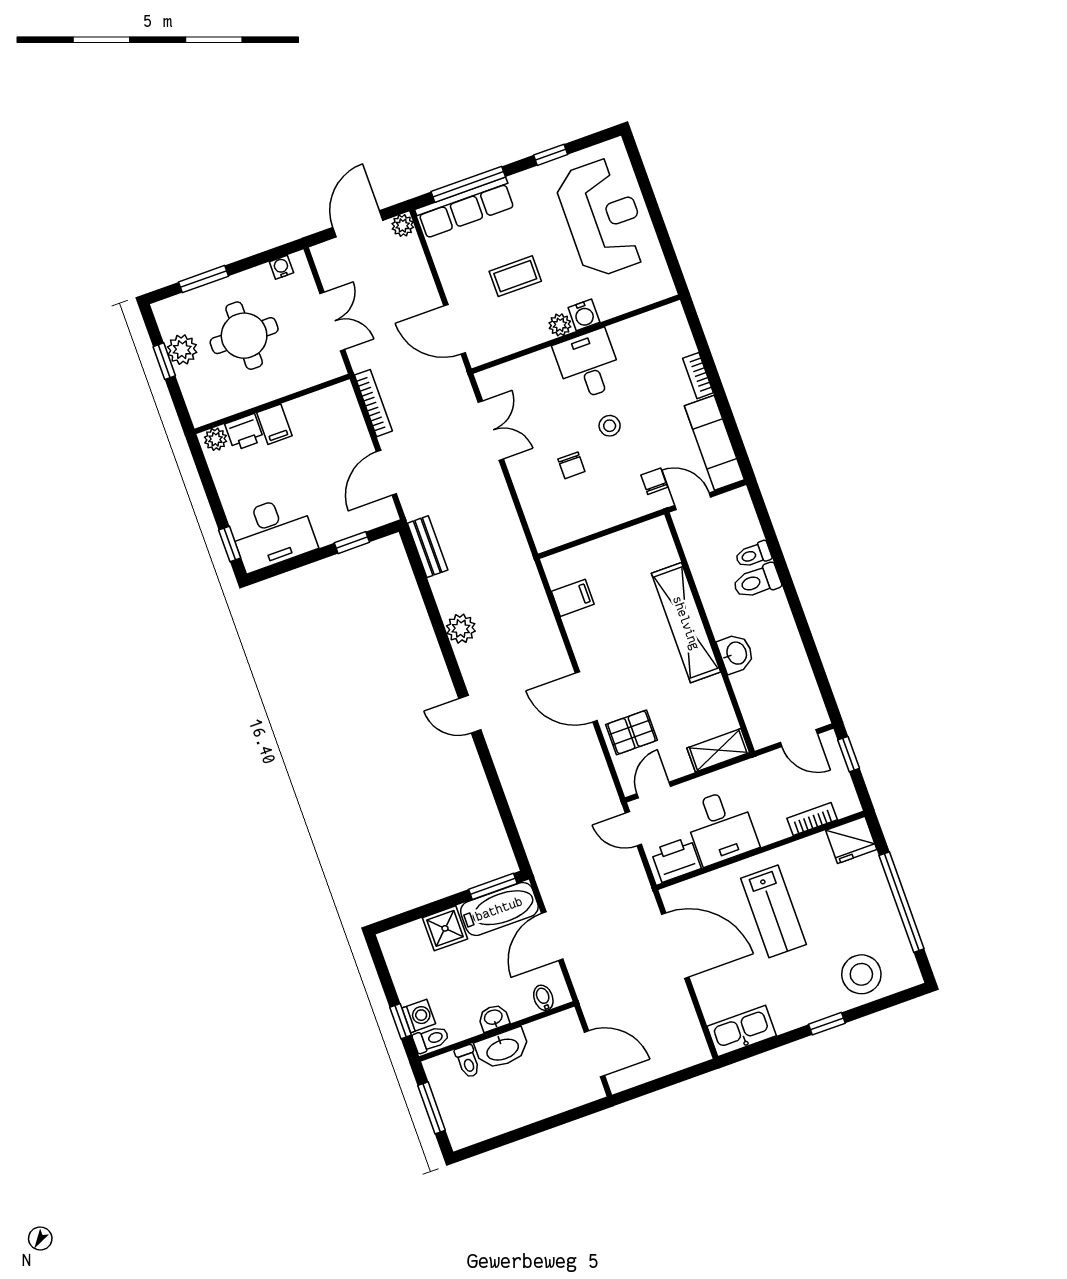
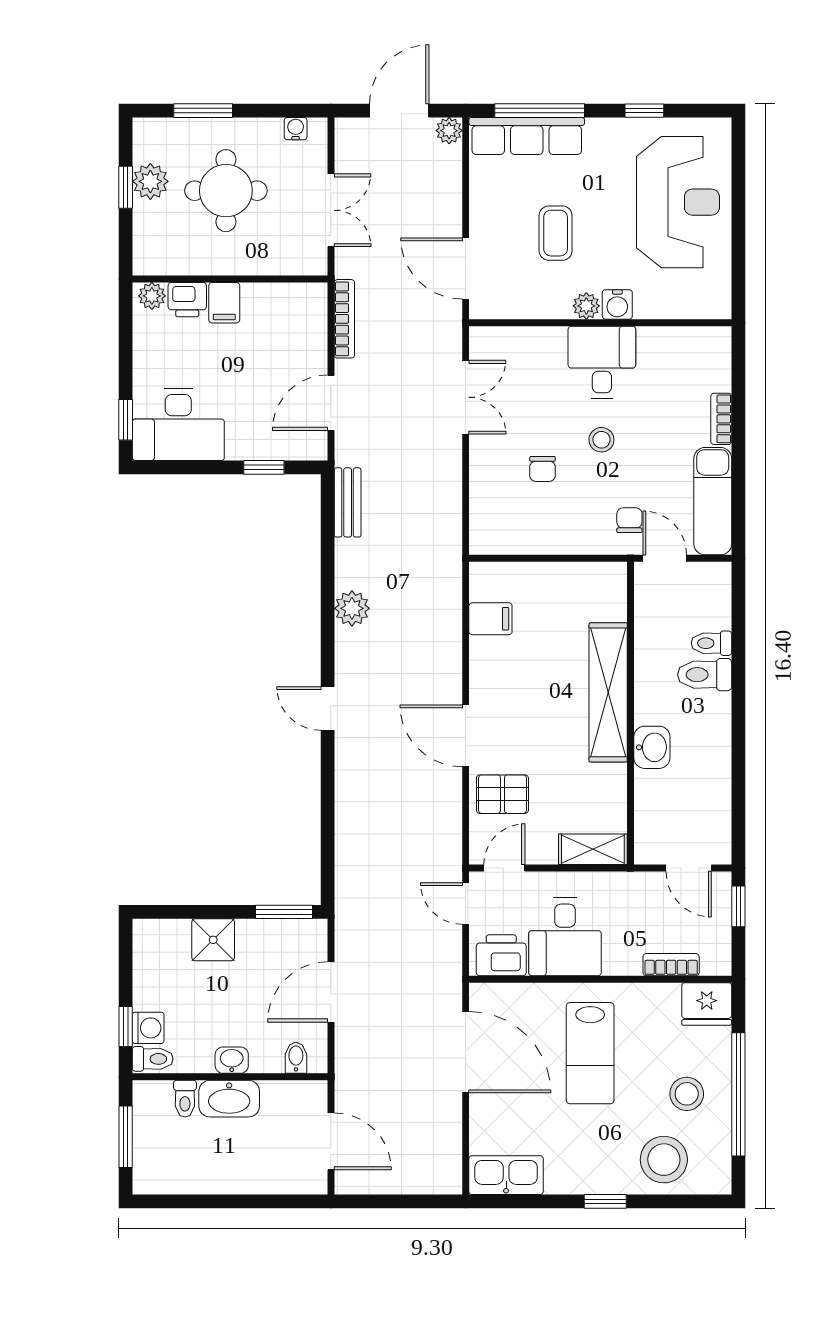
coffee table: (515, 276) -> (556, 233), turned 90
bathtub: (499, 909) -> (282, 940), removed
stool: (861, 916) -> (687, 1094), added

